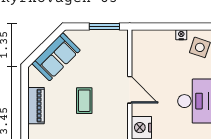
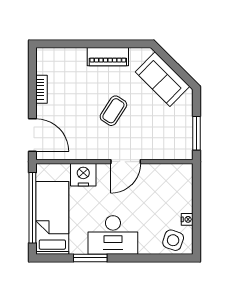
coffee table: (84, 101) -> (113, 111), turned -57

